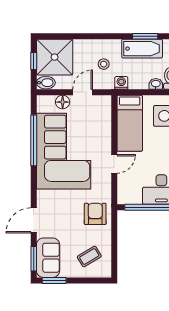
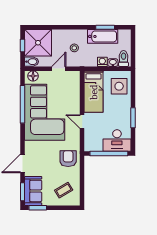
washing machine: (121, 83) -> (102, 62), moved
floor lamp: (63, 102) -> (33, 76), moved
door: (114, 164) -> (82, 122), swing flipped

